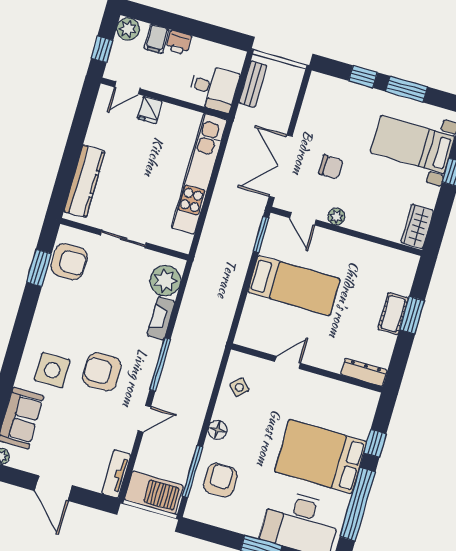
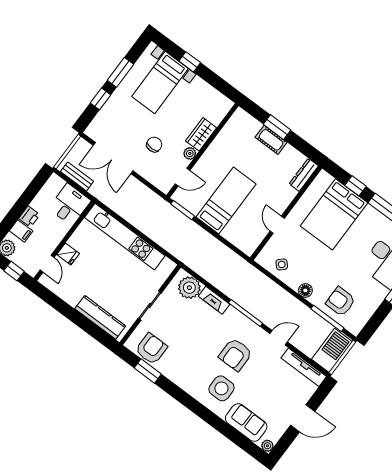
double door: (281, 166) -> (113, 158), moved
wardrobe: (417, 226) -> (201, 134), moved, turned 90
door: (144, 419) -> (279, 338), hinge flipped
bed: (321, 457) -> (334, 214), moved
tv unit: (116, 474) -> (304, 367), width x1.41

